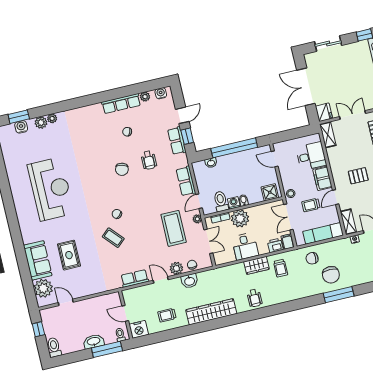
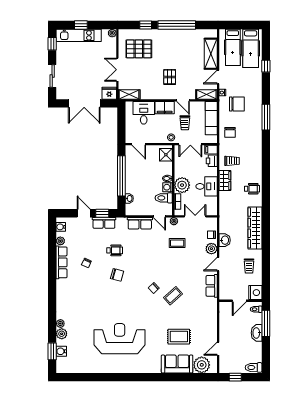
door: (275, 159) -> (139, 144), hinge flipped
coffee table: (174, 228) -> (177, 243), width x0.54, depth x0.58
chair: (331, 275) -> (237, 104), moved

